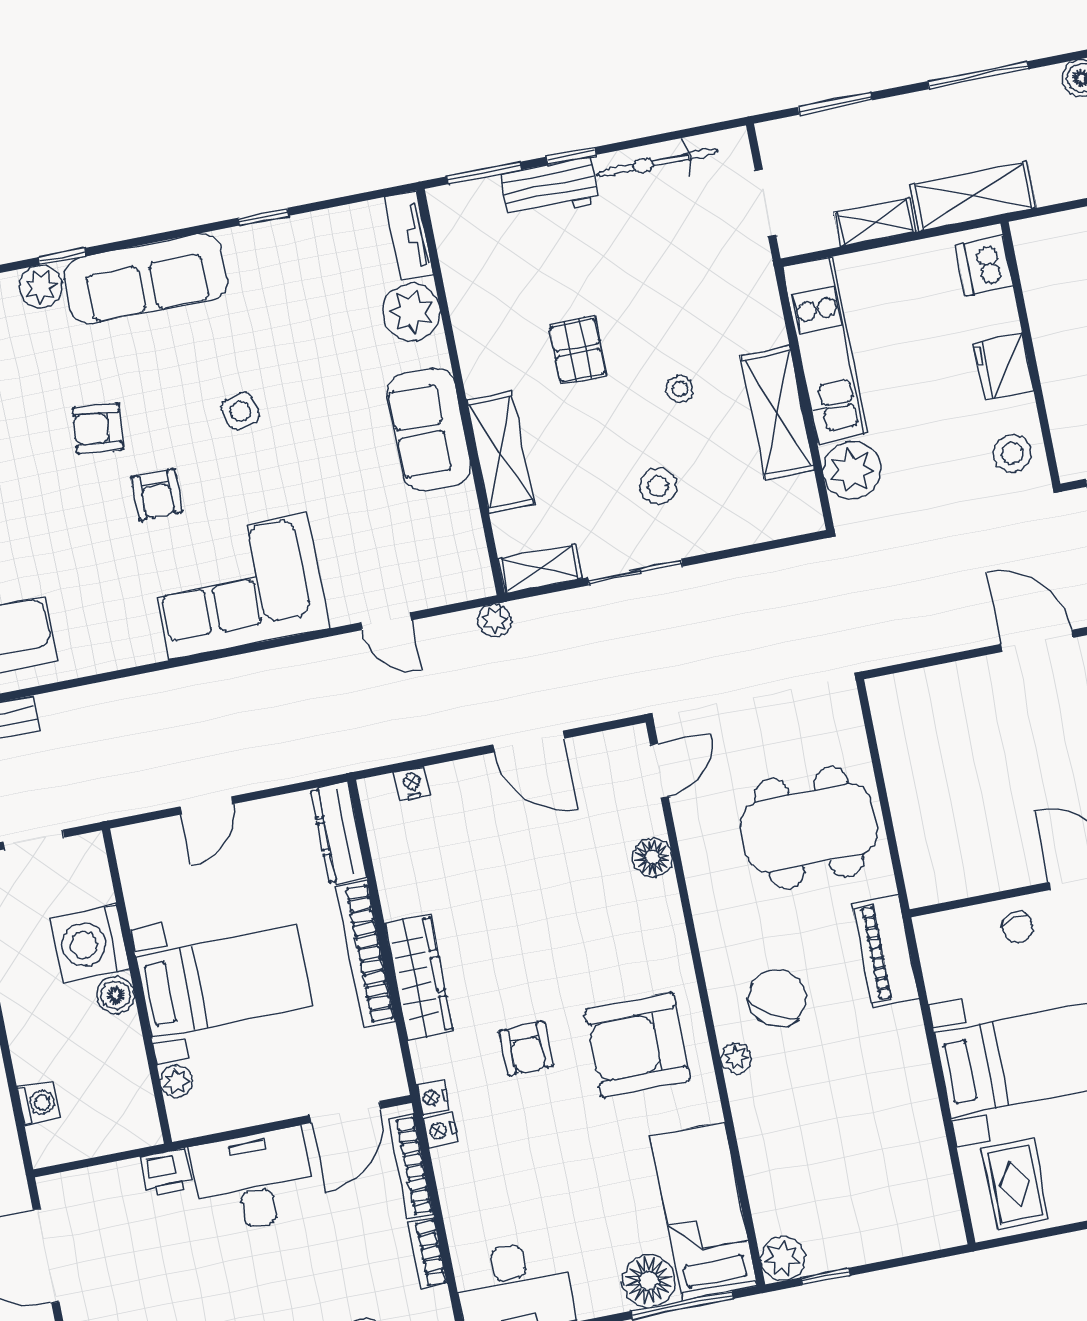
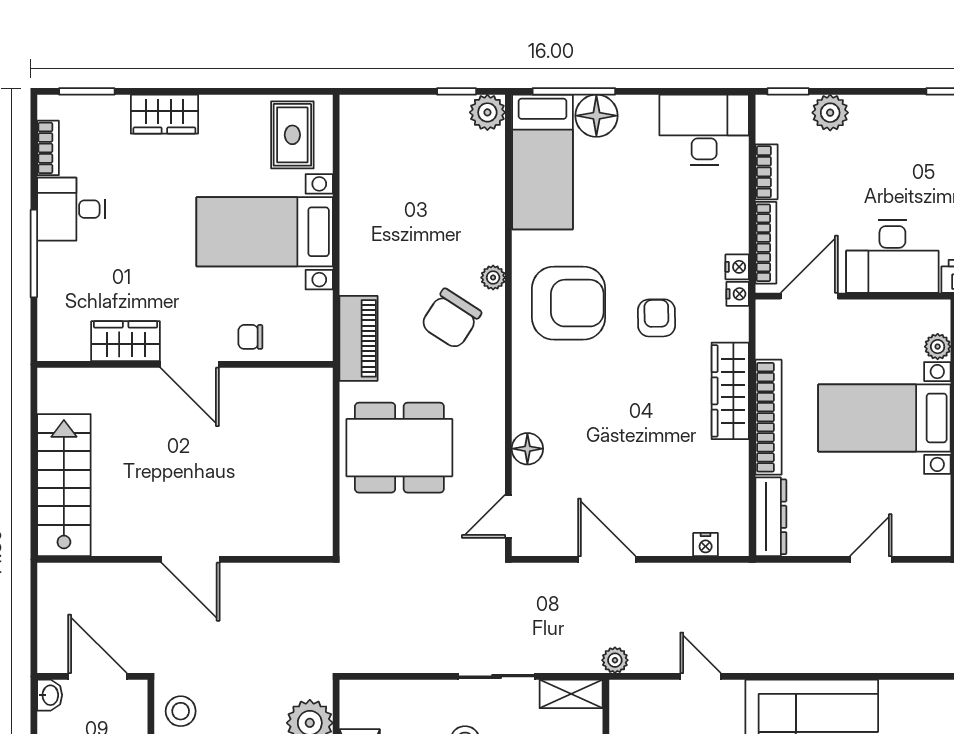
chair: (1018, 927) -> (250, 337), turned -77

